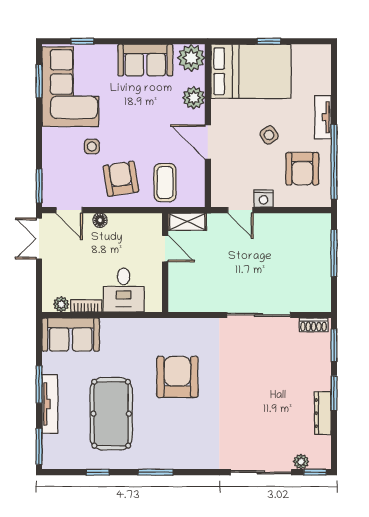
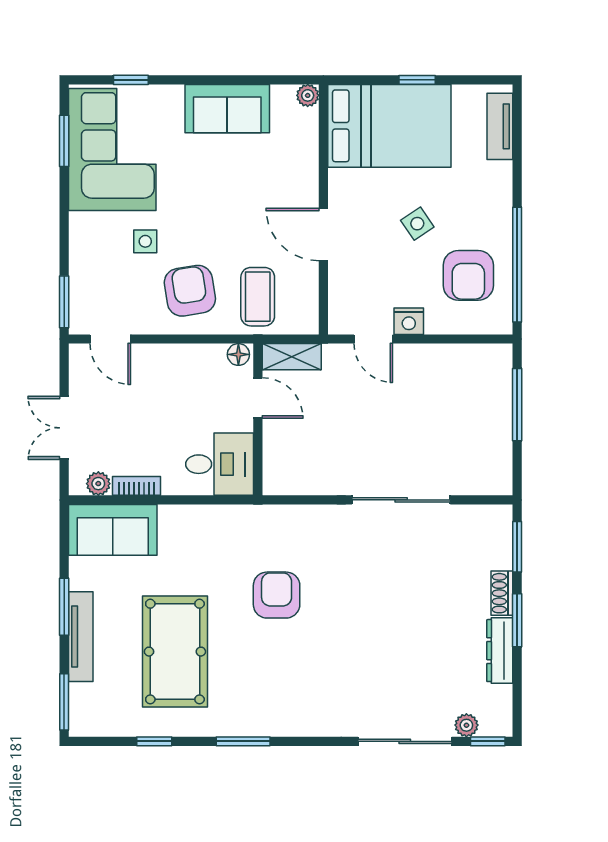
plant: (191, 58) -> (308, 95), width x0.53, depth x0.53
plant: (194, 98) -> (302, 166), removed
tv unit: (323, 117) -> (500, 126), moved
floor lamp: (100, 220) -> (238, 354), moved
double door: (39, 239) -> (64, 428), moved
desk: (124, 290) -> (220, 464), moved, turned -90
shoe rack: (314, 325) -> (502, 593), moved, turned 90
armchair: (177, 377) -> (277, 595), width x0.73, depth x0.73

